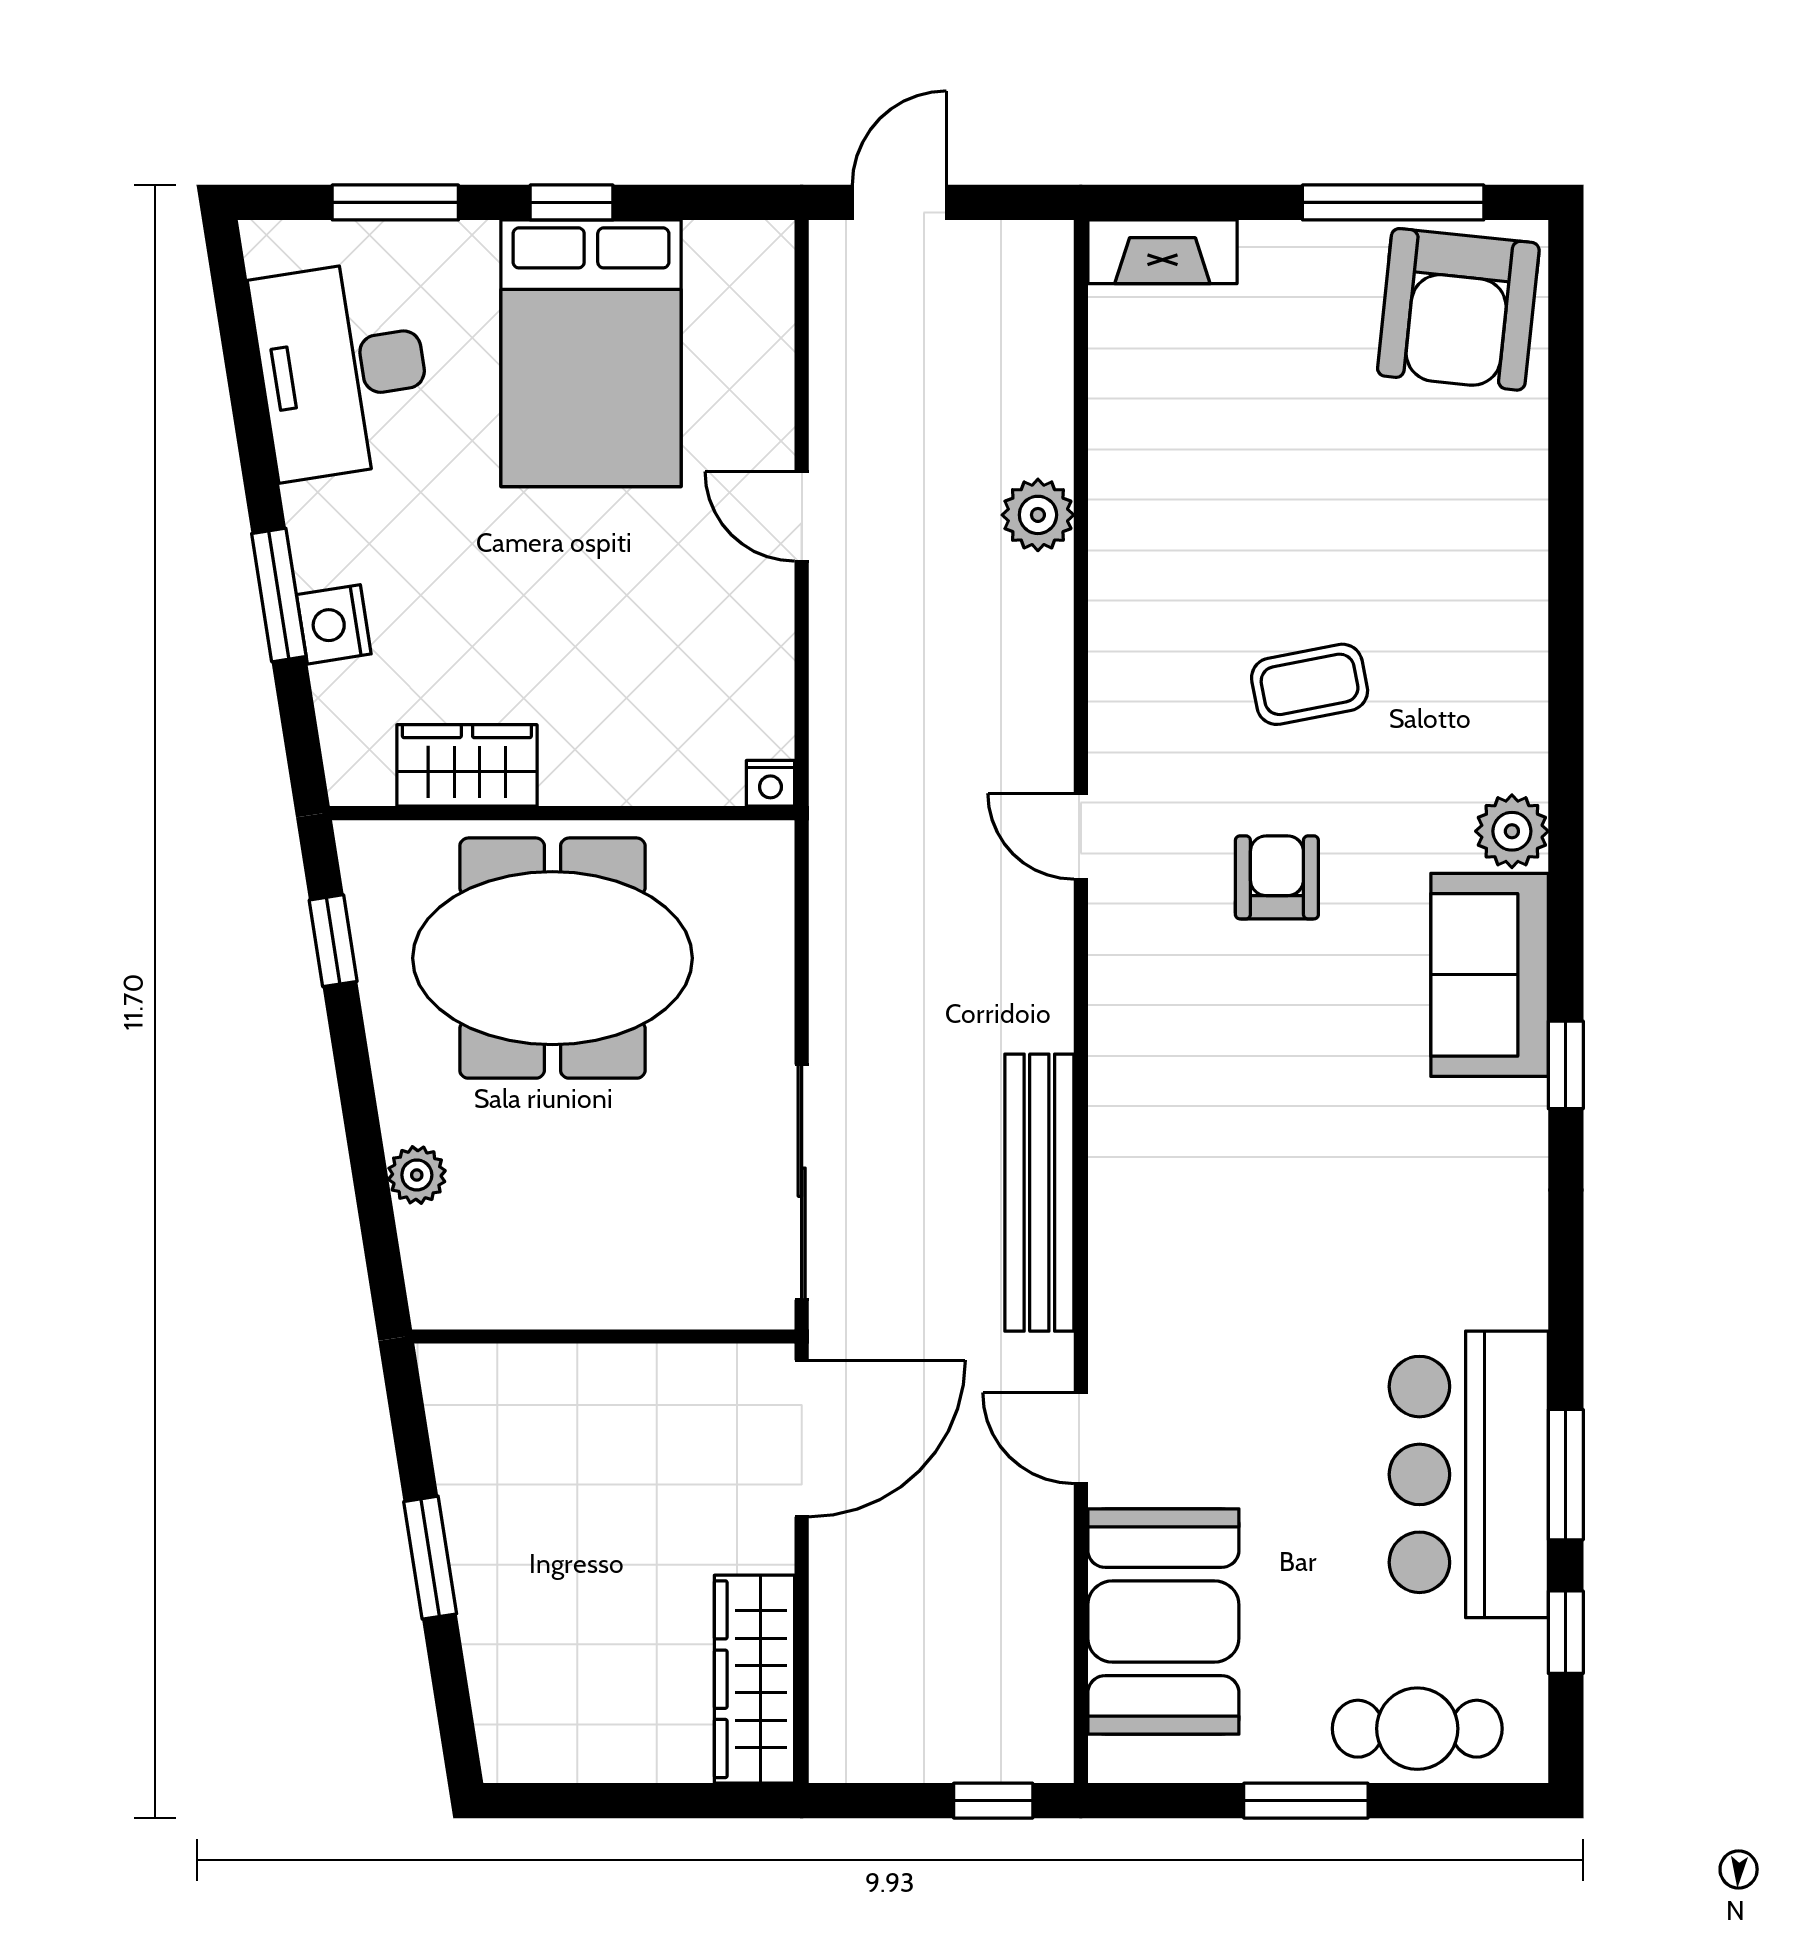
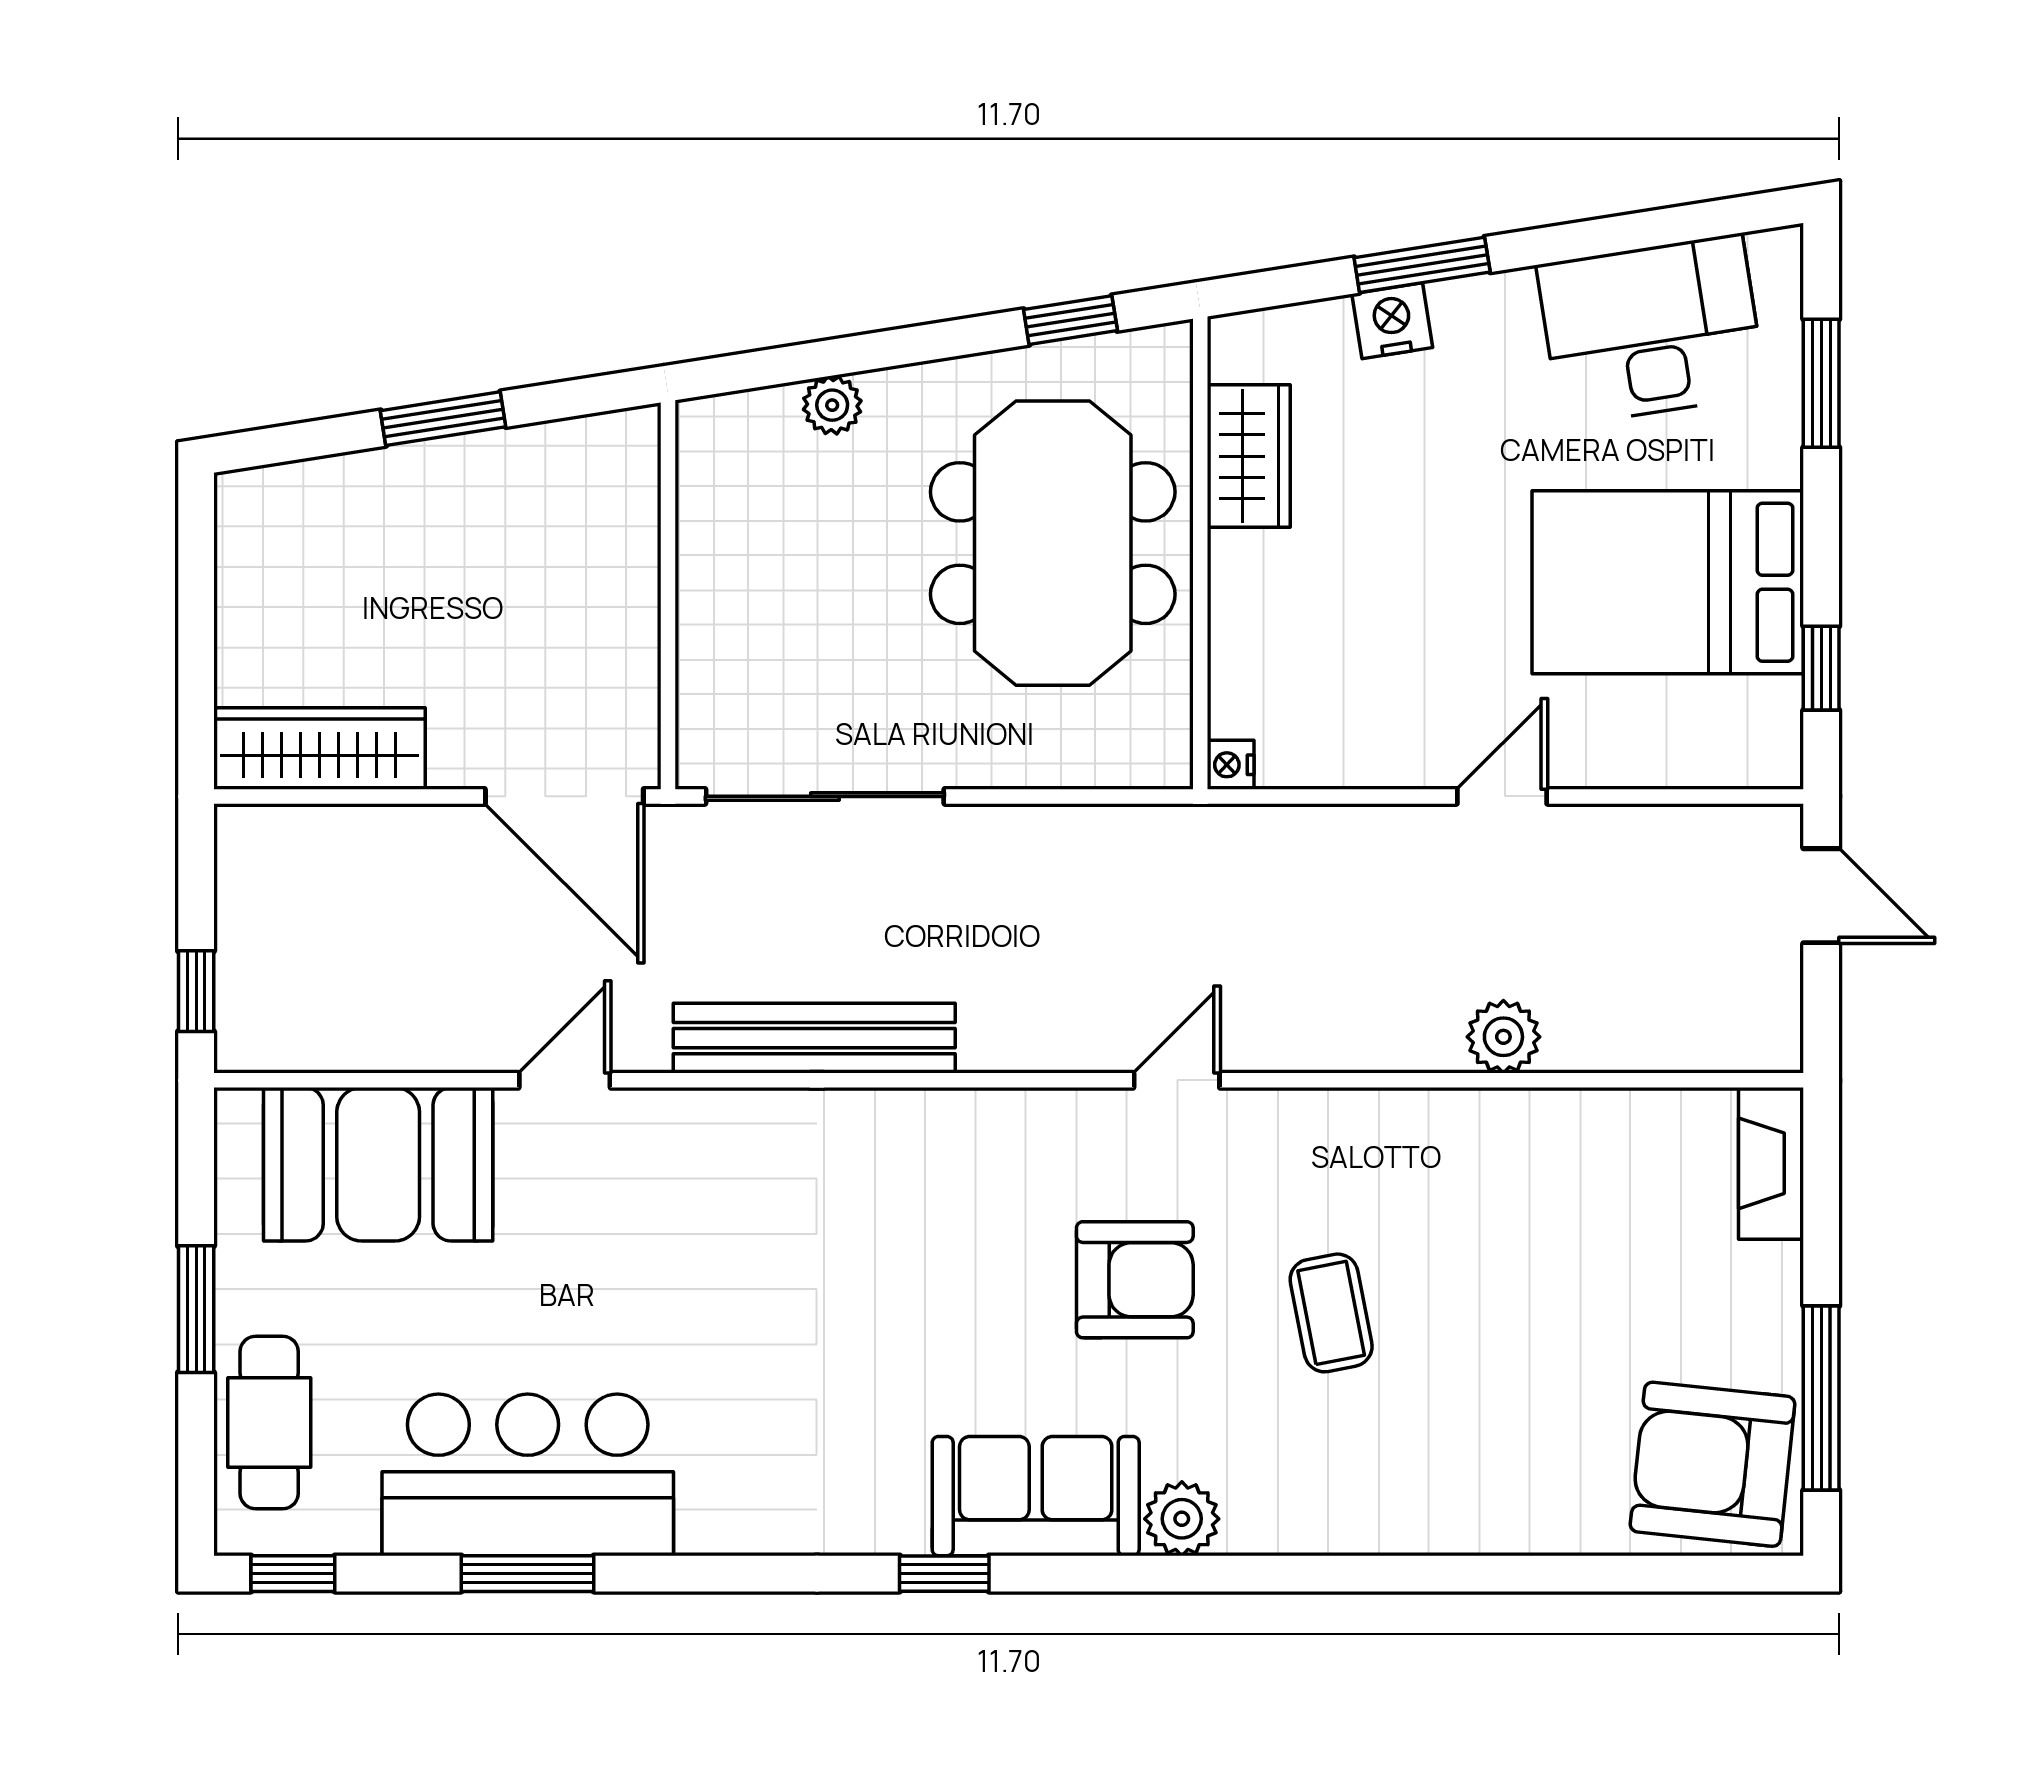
window: (572, 202) -> (1821, 668), moved
armchair: (1277, 877) -> (1135, 1280), width x1.38, depth x1.38
window: (1566, 1632) -> (293, 1574), moved

